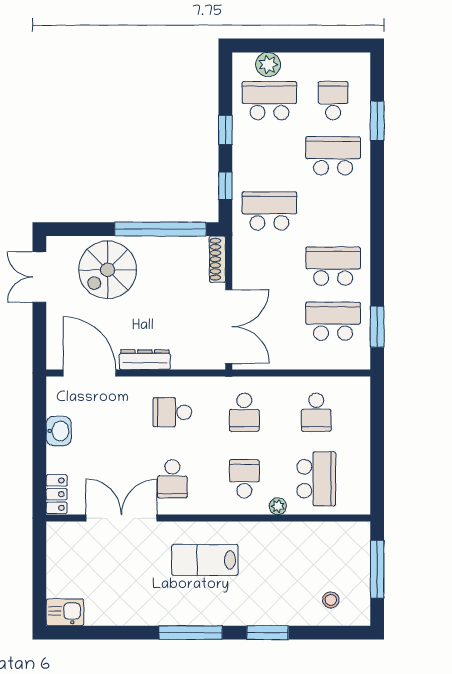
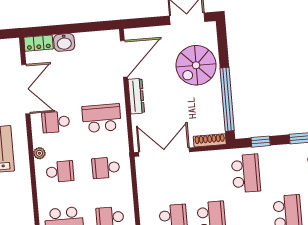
spiral stairs: (108, 270) -> (196, 65), turned -90
double door: (229, 326) -> (164, 152), swing flipped
school desk: (172, 412) -> (102, 118), width x1.85
washbasin: (59, 431) -> (64, 42), moved
plant: (278, 506) -> (39, 153), moved

